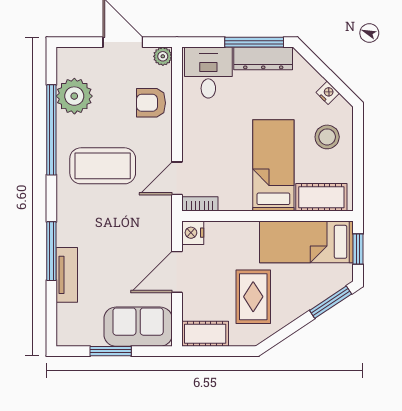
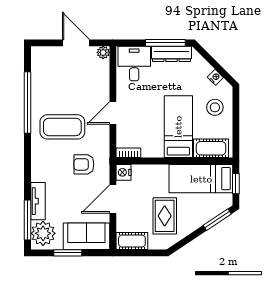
plant: (74, 96) -> (43, 233), moved
armchair: (151, 103) -> (84, 164), moved
door: (177, 178) -> (113, 113), moved
window: (51, 251) -> (27, 220), moved

